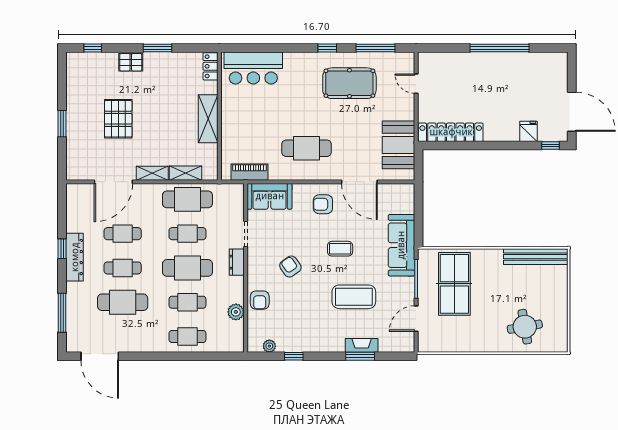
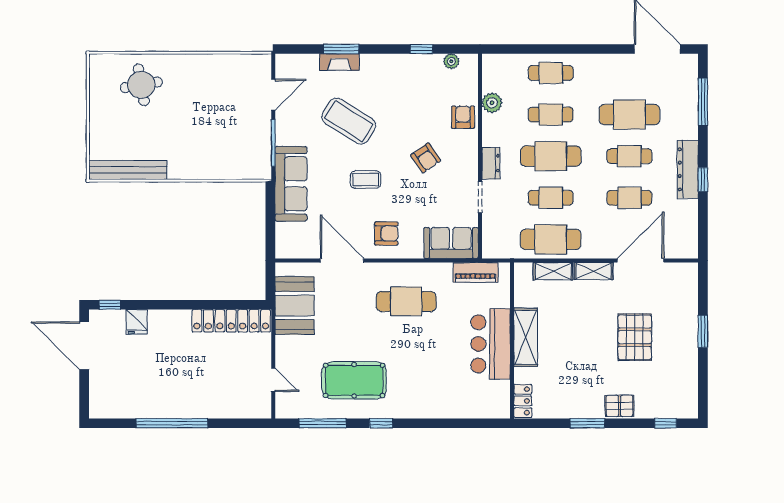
bar counter: (253, 68) -> (491, 344), moved, turned -90
table tennis table: (454, 284) -> (227, 137), removed
coffee table: (354, 297) -> (349, 121), turned 32

